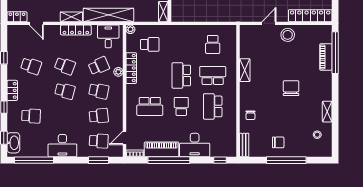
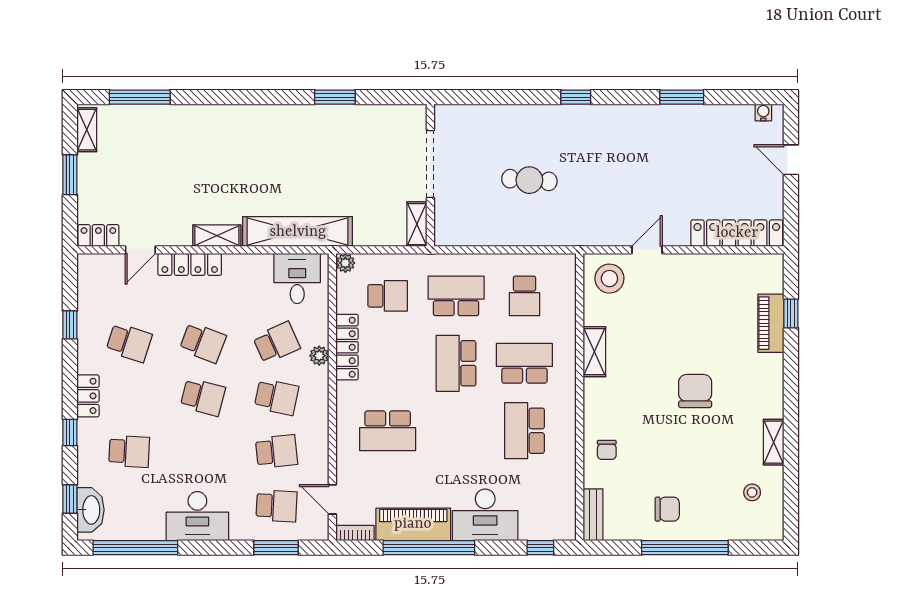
door: (36, 23) -> (140, 250), hinge flipped
locker: (76, 30) -> (190, 264), moved
stool: (288, 35) -> (609, 279), moved
window: (335, 53) -> (791, 314), width x0.32
school desk: (181, 106) -> (456, 296), moved, width x1.85
door: (124, 138) -> (332, 499), hinge flipped

